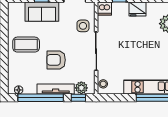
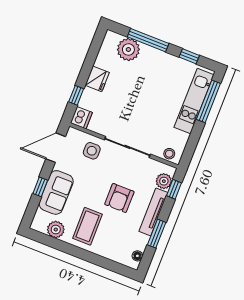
plant: (14, 22) -> (56, 230), added
window: (41, 98) -> (157, 234), width x0.47

